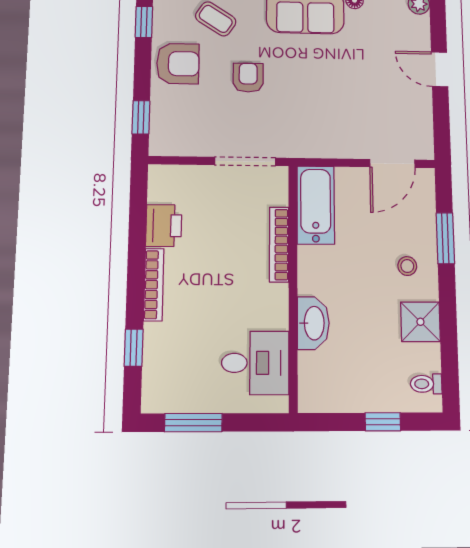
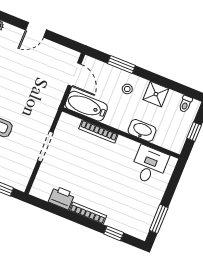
bathtub: (316, 205) -> (86, 106), moved
bookcase: (279, 244) -> (98, 132), moved
wall: (293, 286) -> (121, 133), moved
washbasin: (313, 323) -> (142, 130), moved
desk: (255, 363) -> (149, 165), moved

